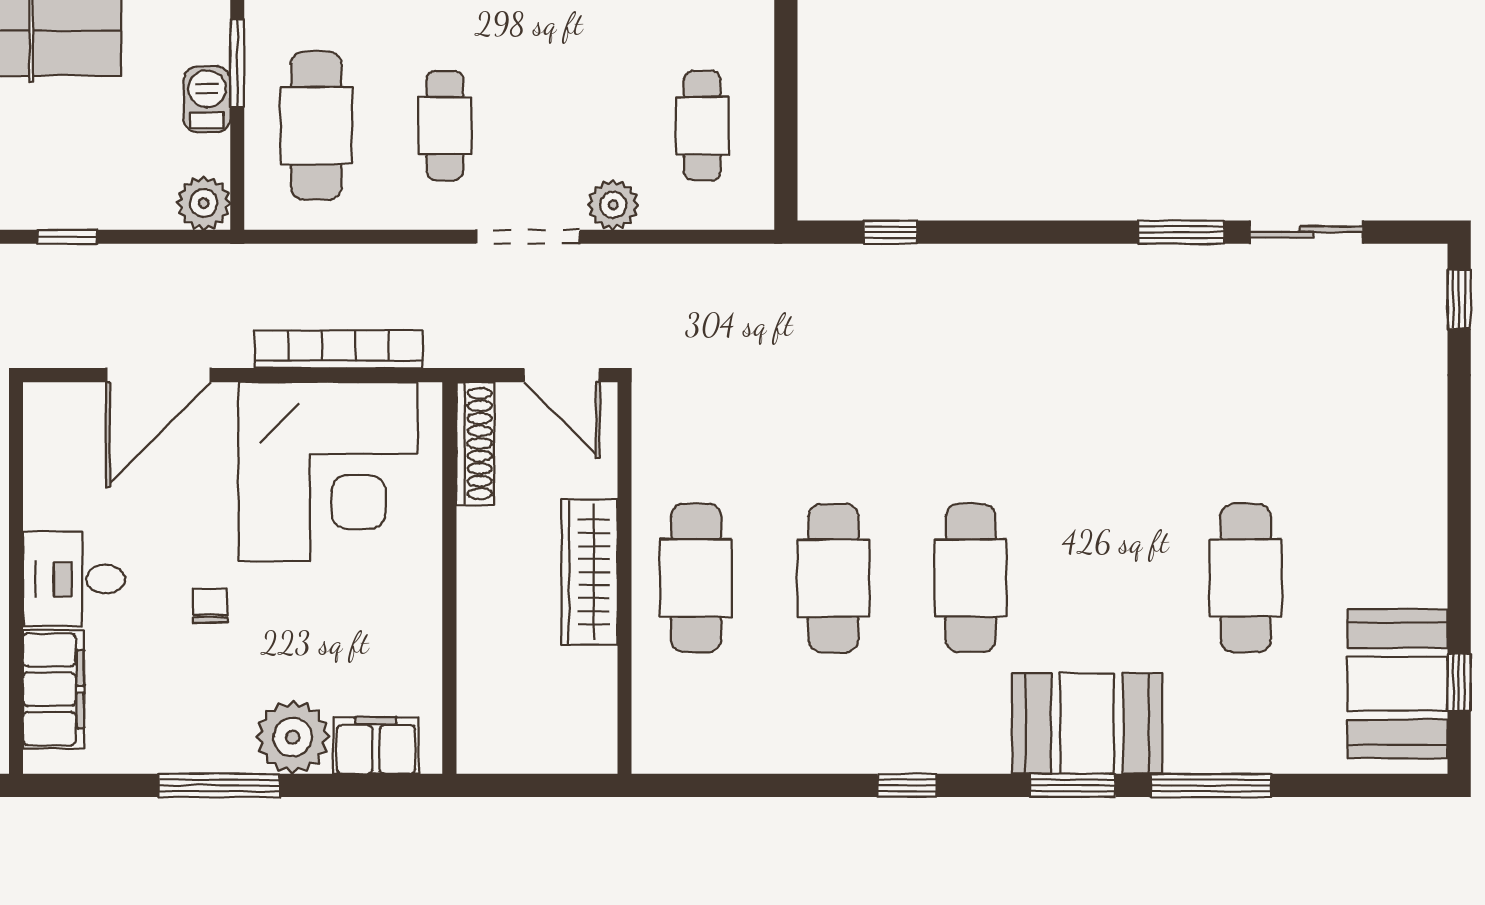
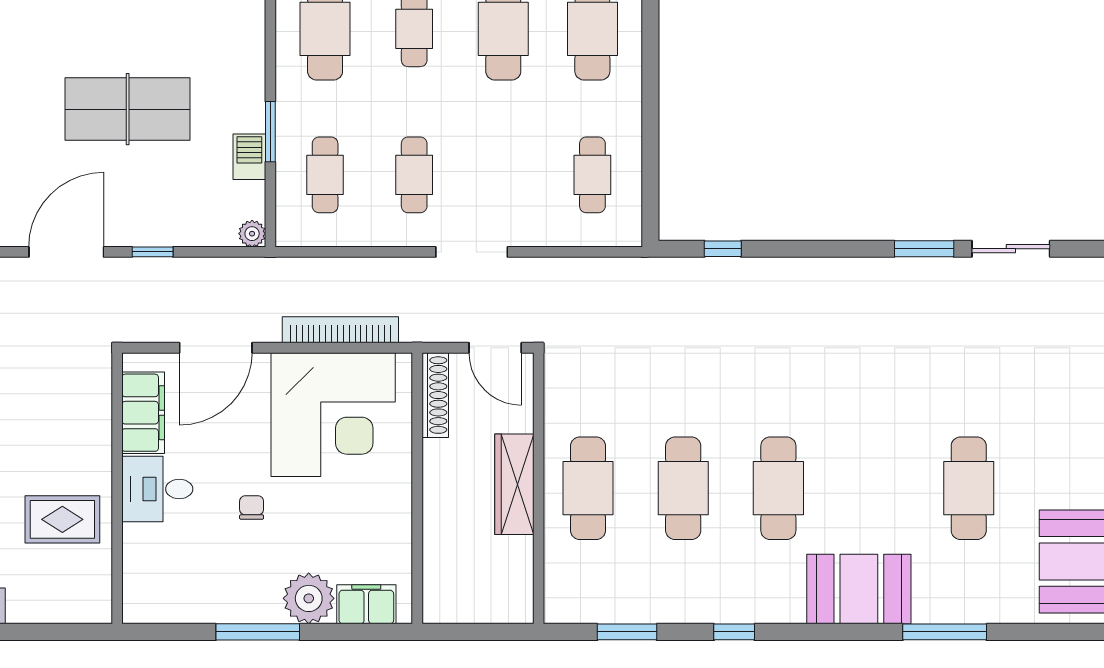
cafe table: (316, 126) -> (325, 175), width x0.73, depth x0.74
plant: (204, 203) -> (252, 234), width x0.73, depth x0.73
plant: (613, 205) -> (531, 230), removed
filing cabinet: (54, 689) -> (143, 413), moved
window: (1073, 785) -> (627, 632), moved

